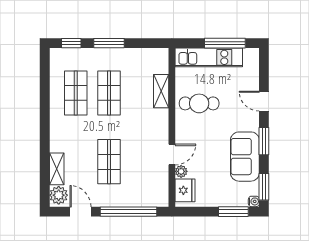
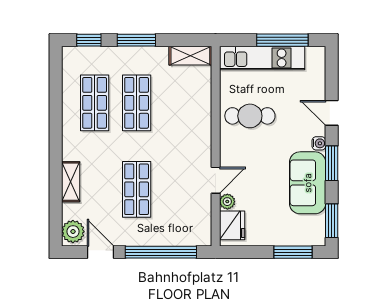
shelving: (161, 91) -> (190, 56), moved, turned 90
shelving: (57, 169) -> (71, 182), moved
water cooler: (254, 201) -> (319, 143), moved

